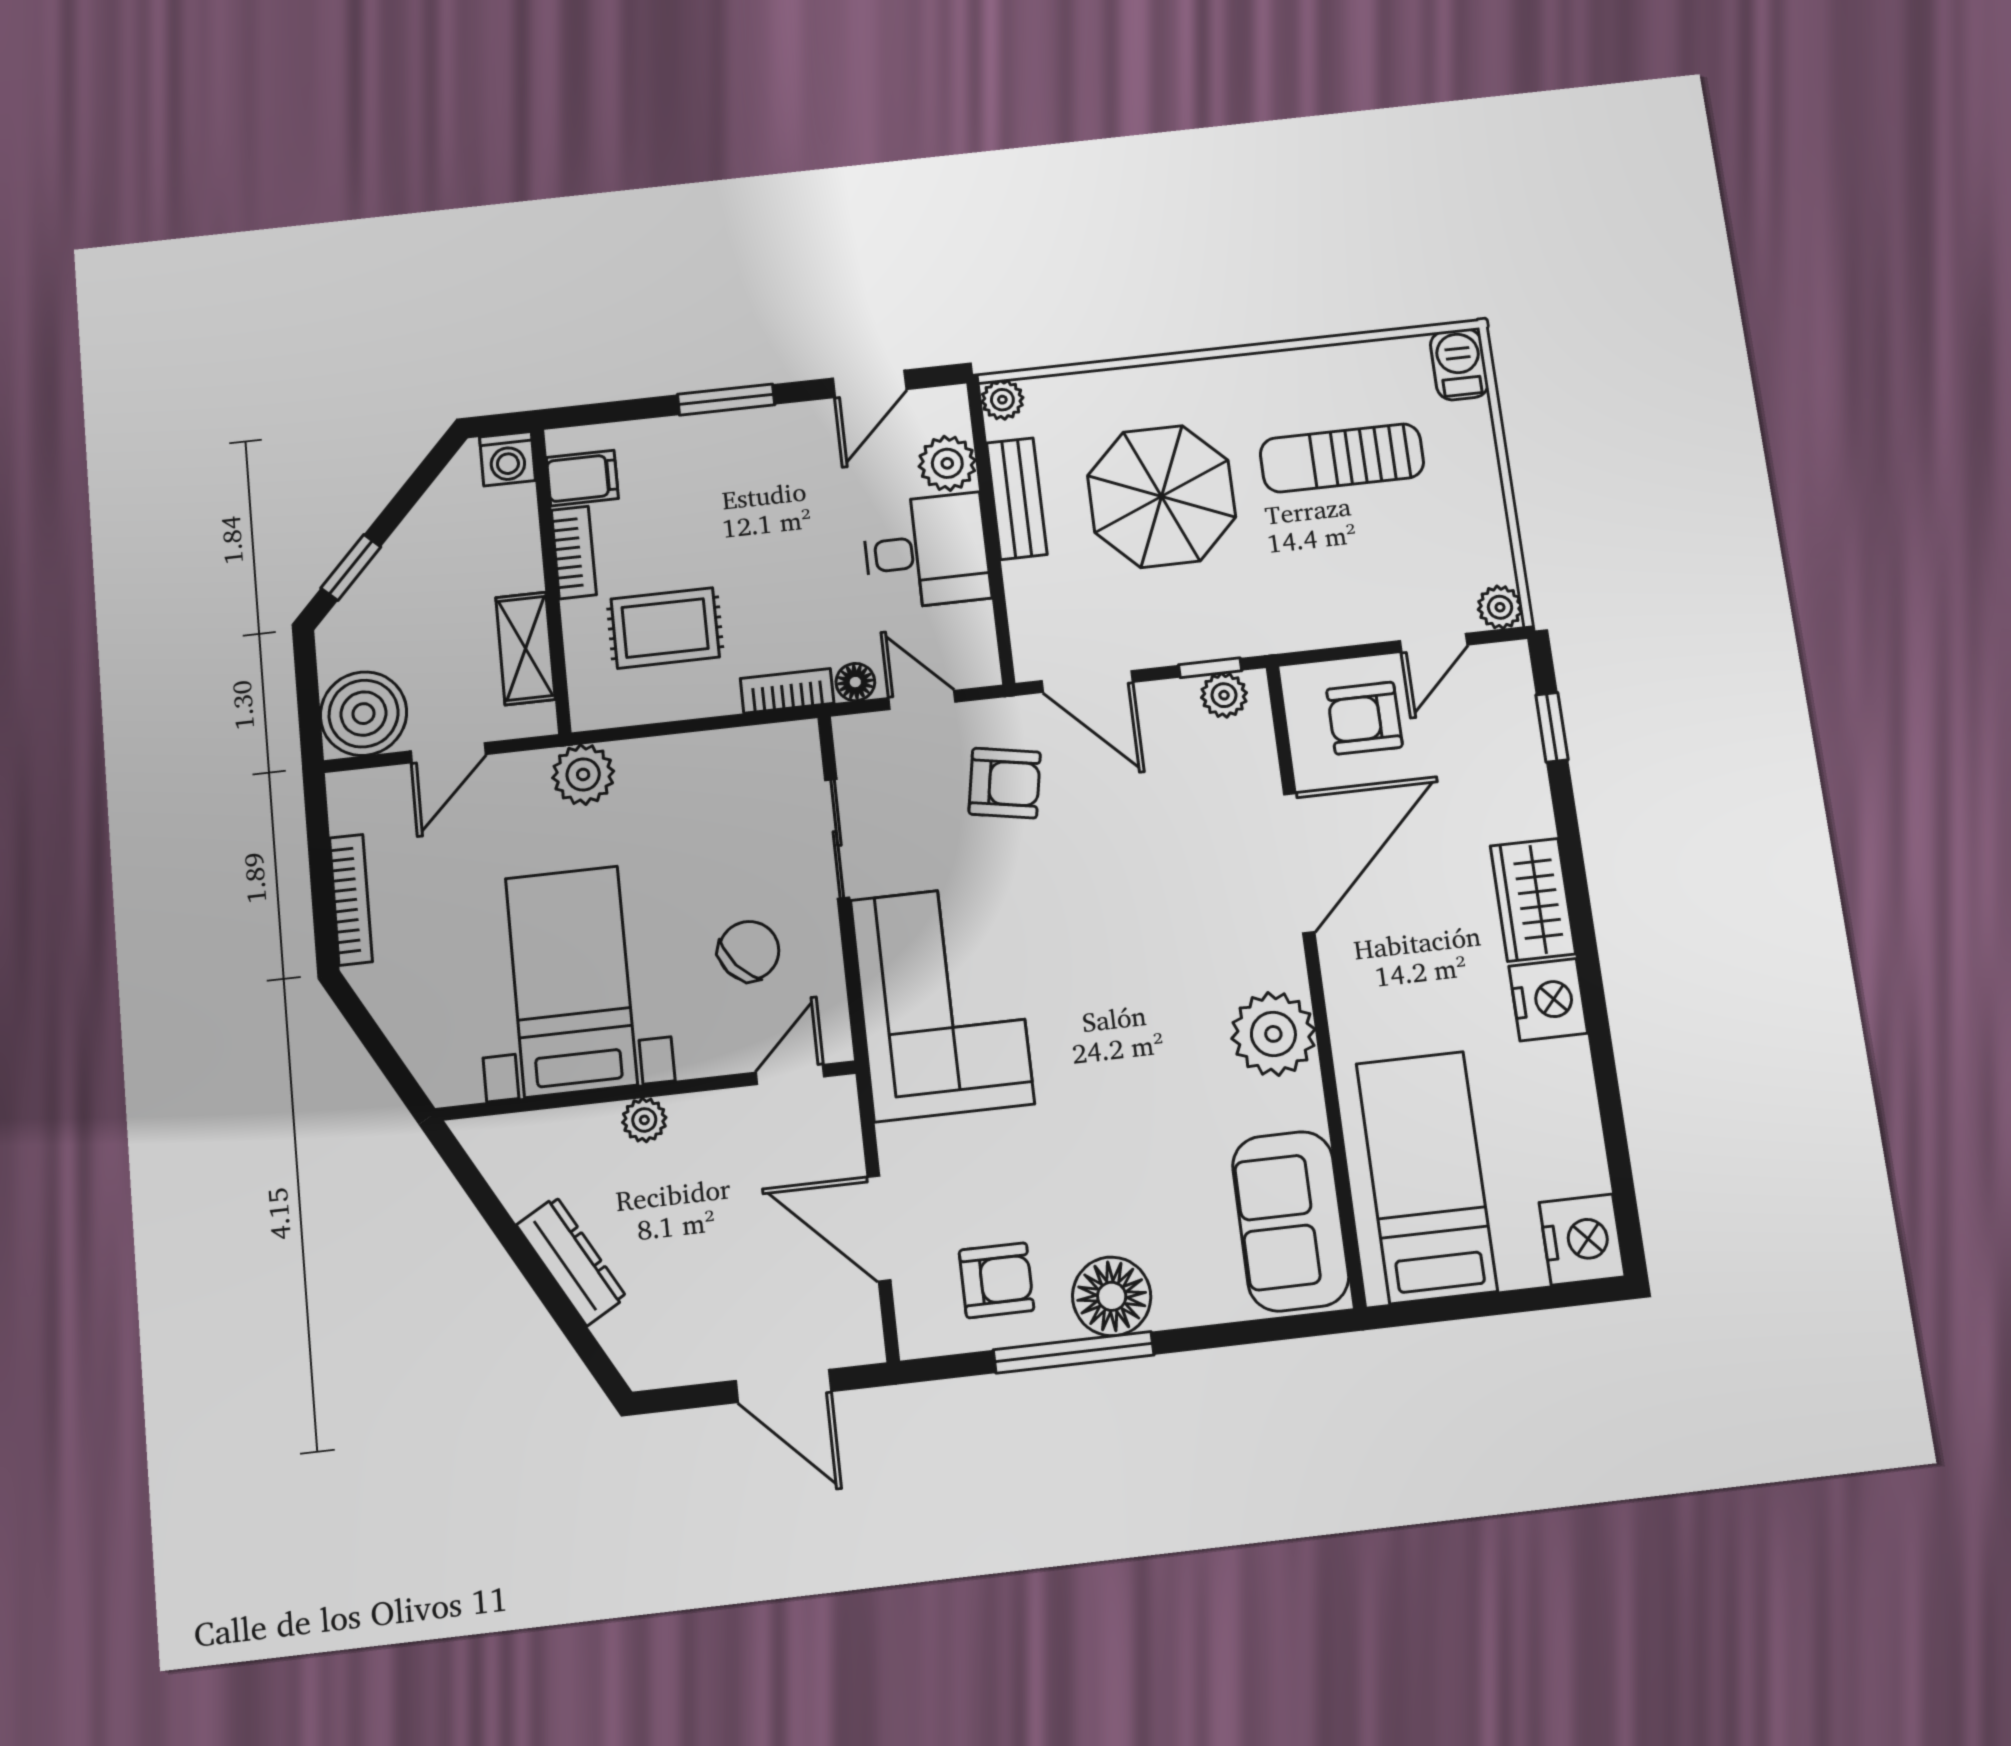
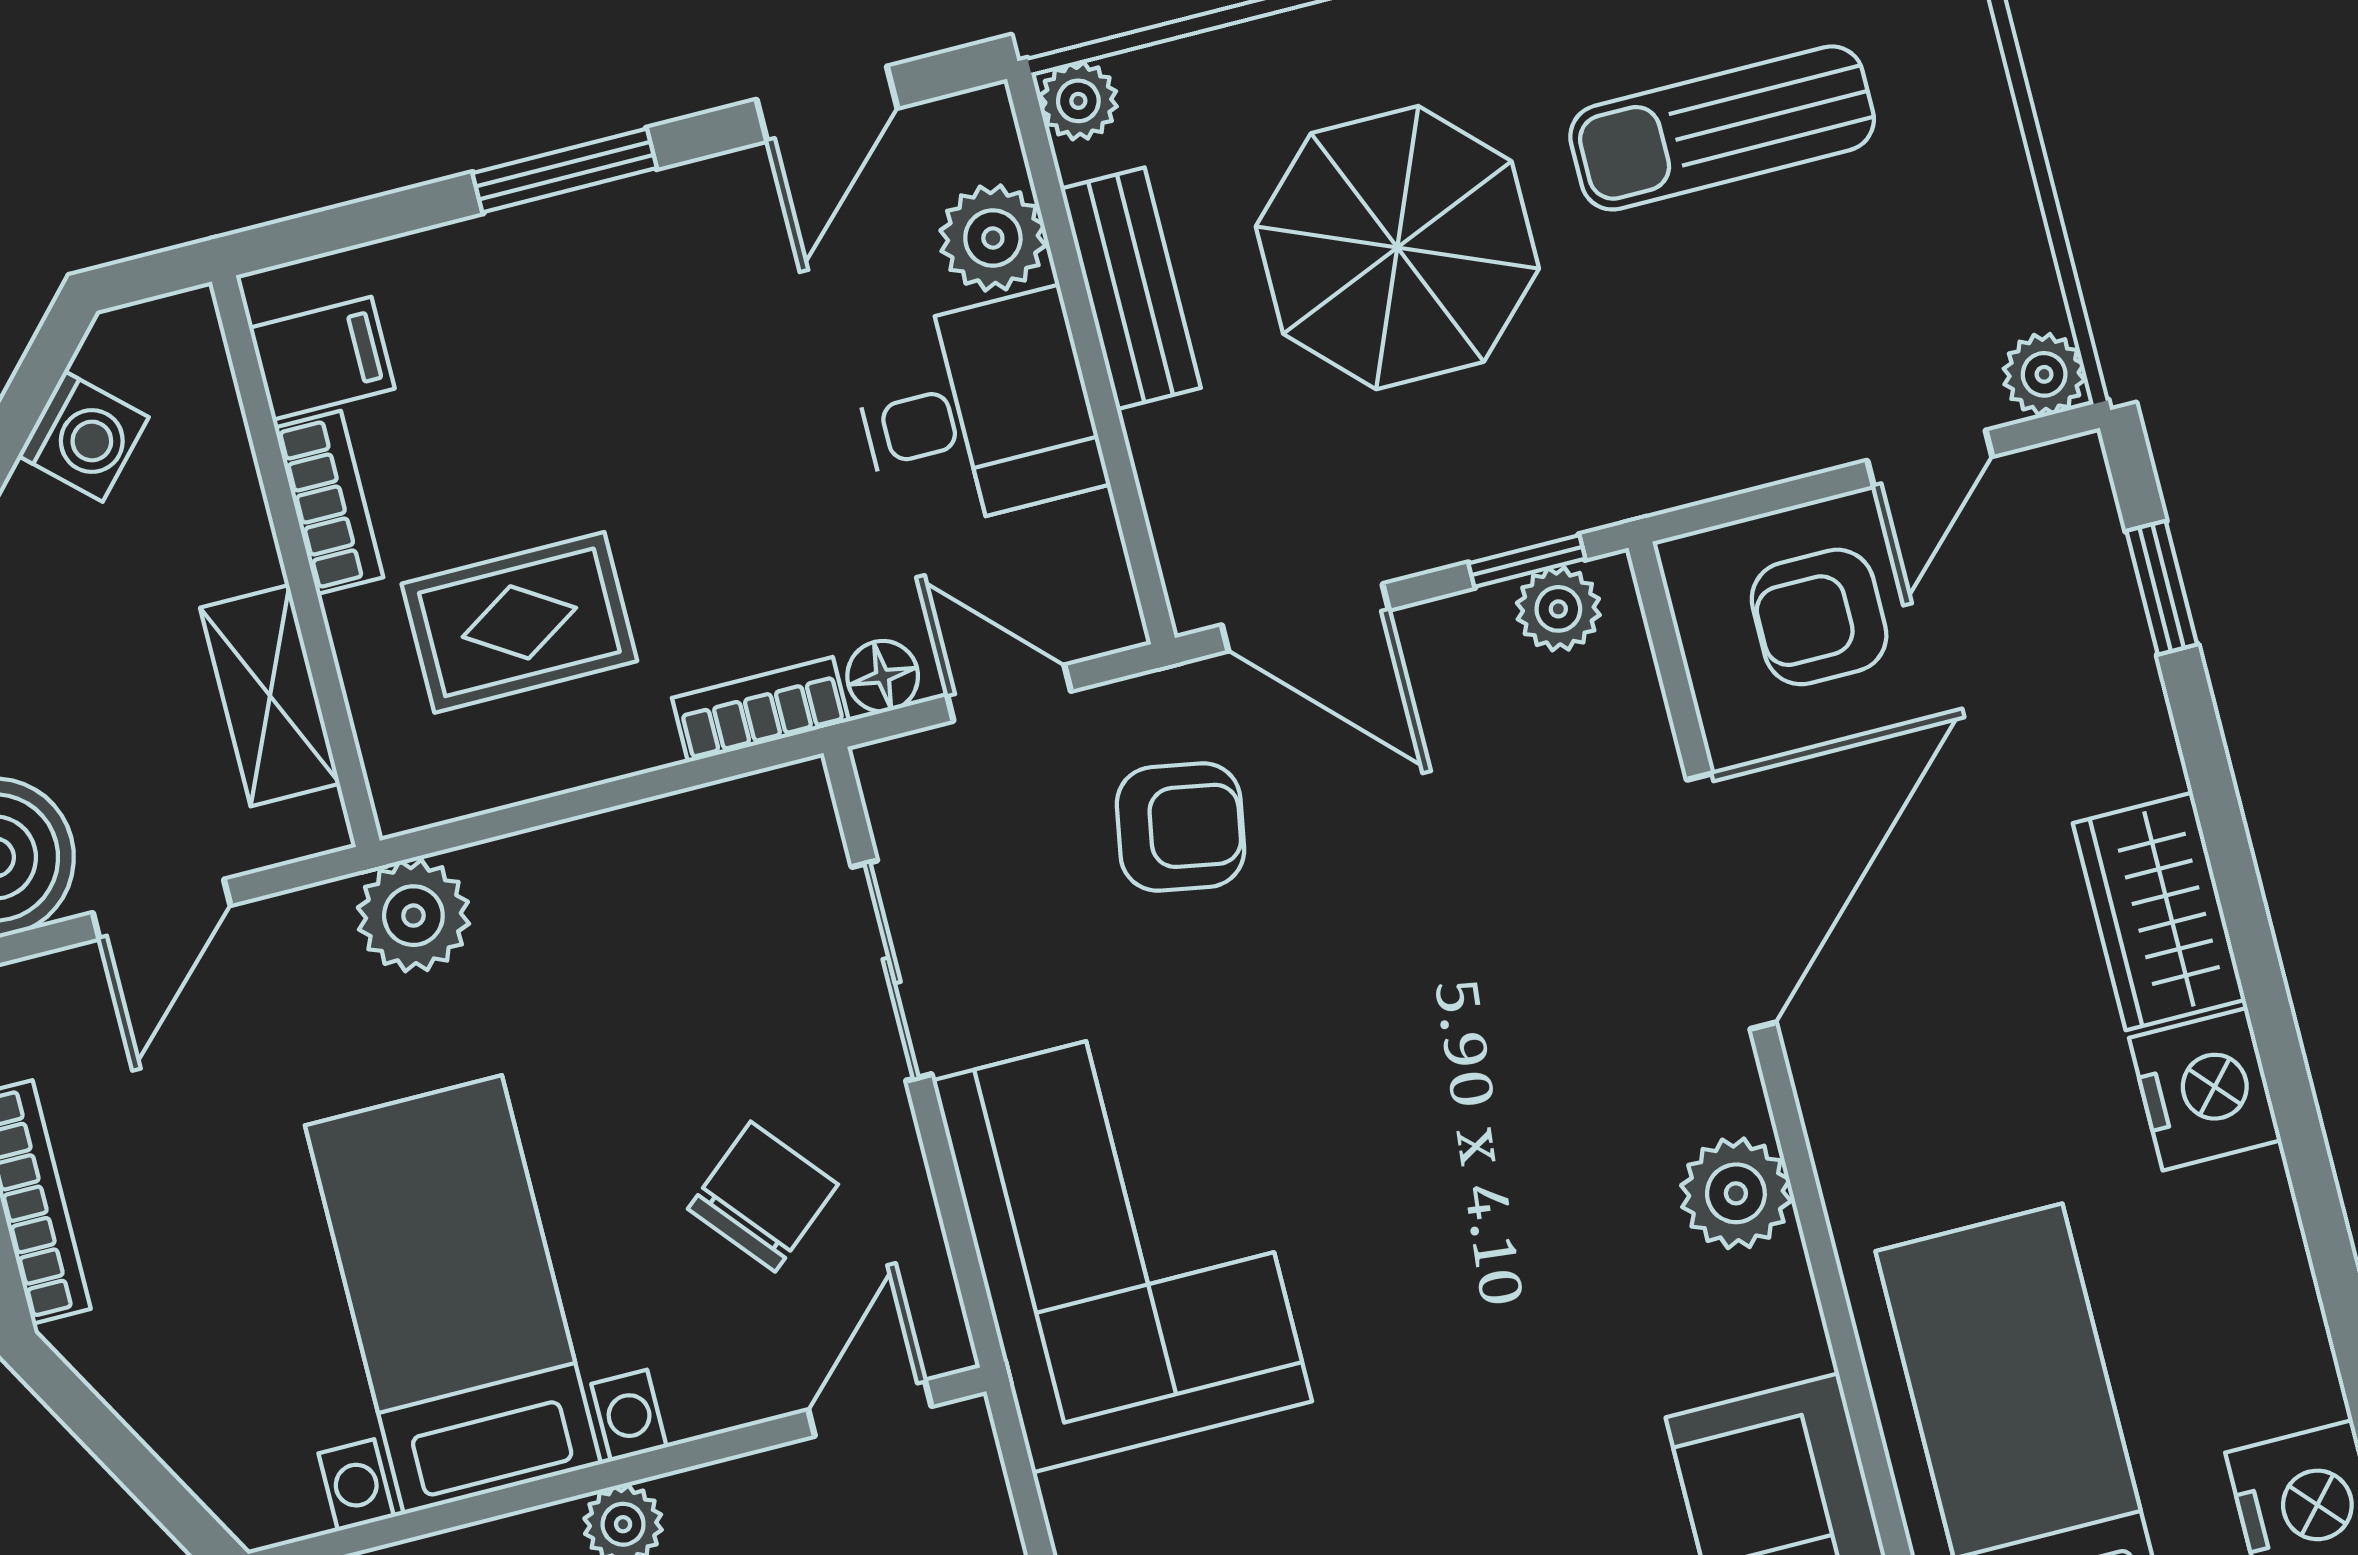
washing machine: (508, 459) -> (83, 436), moved, turned -47
plant: (1273, 1034) -> (1736, 1193), width x0.73, depth x0.73

